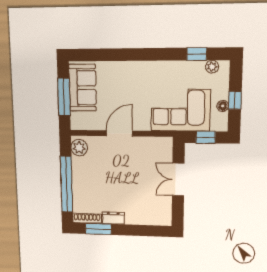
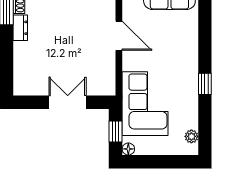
window: (197, 54) -> (205, 84), moved
window: (235, 100) -> (156, 162), removed
floor lamp: (223, 106) -> (128, 149), moved

